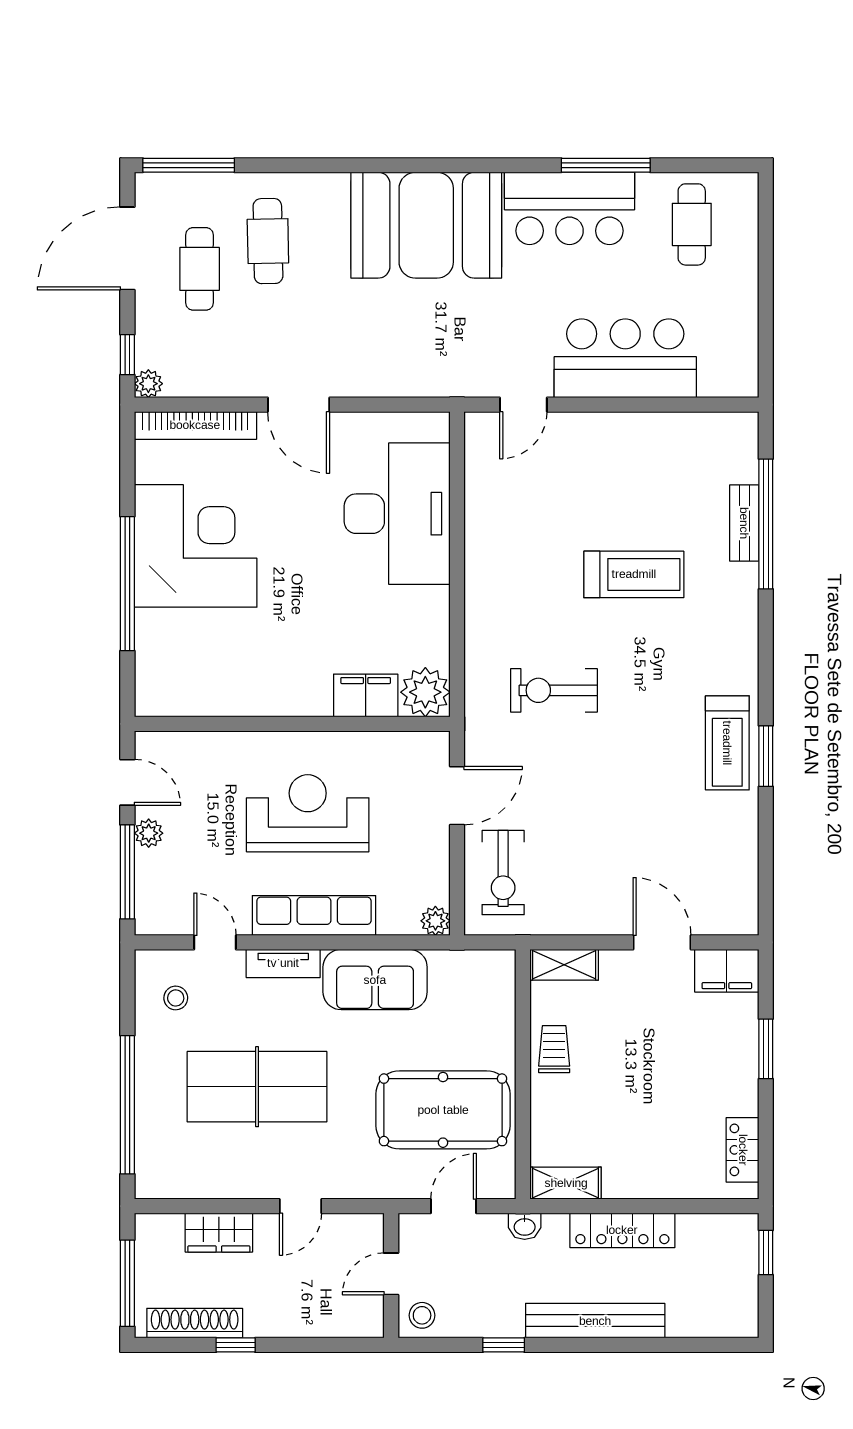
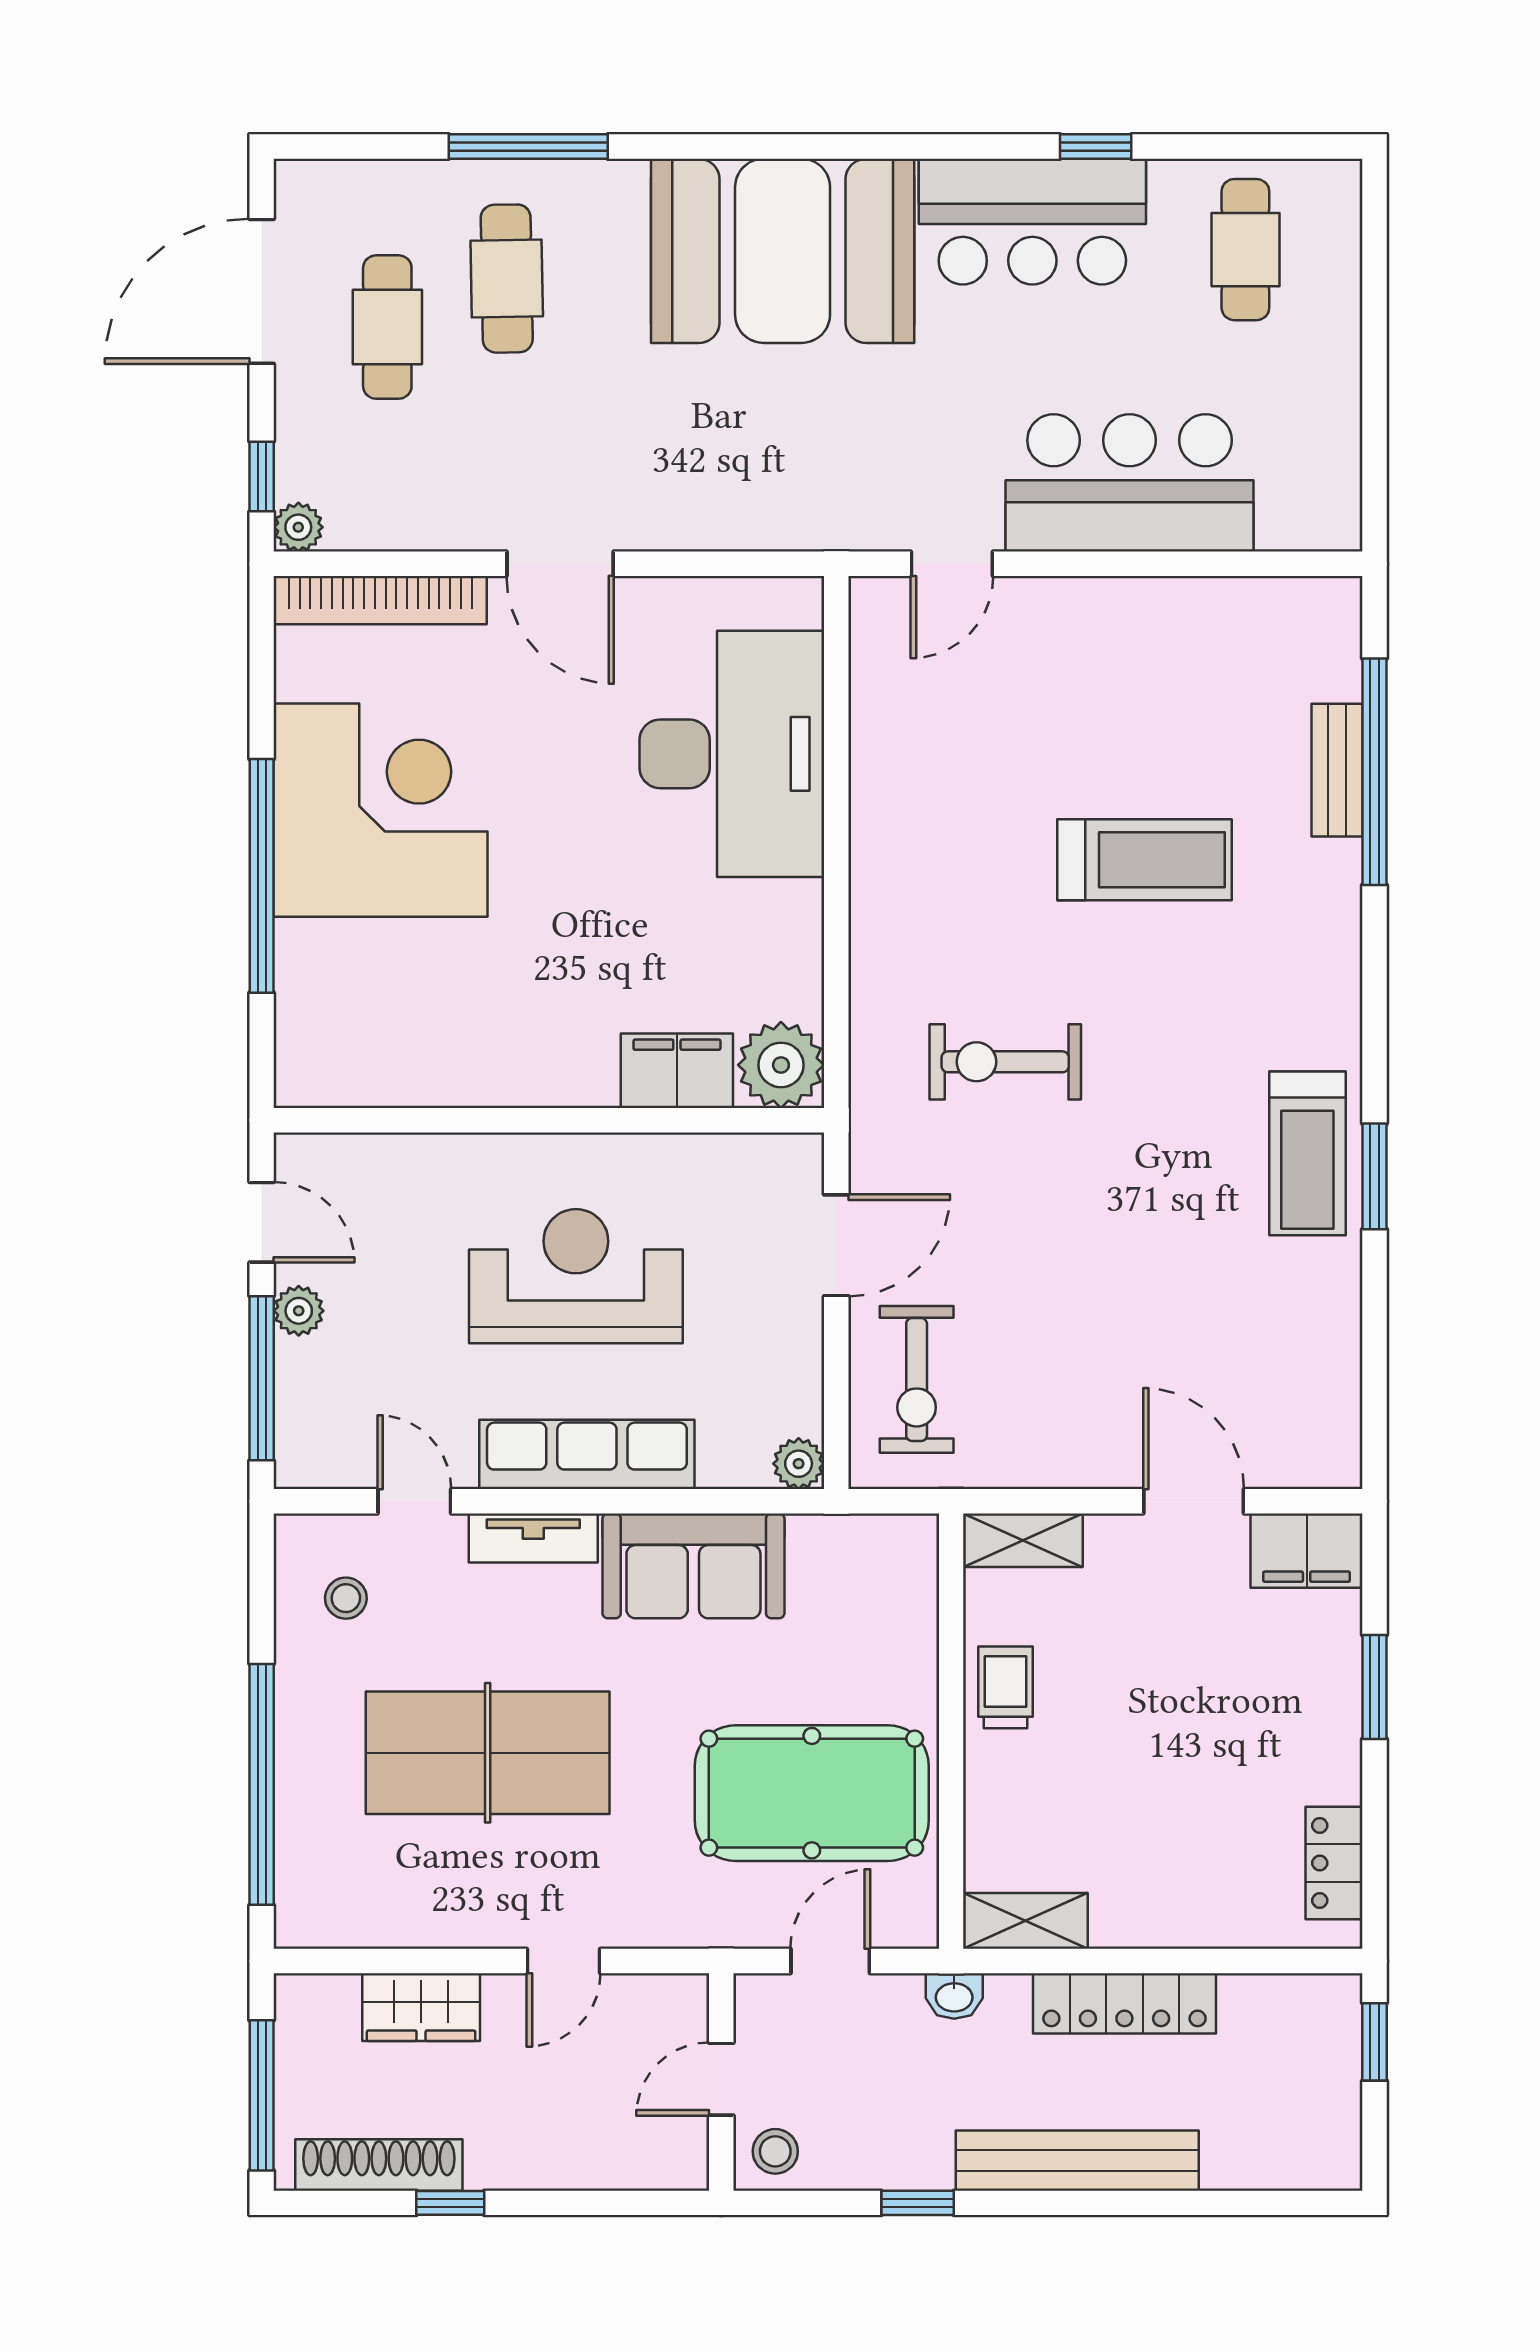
window: (189, 165) -> (528, 146), moved
window: (606, 165) -> (1096, 146), width x0.46

